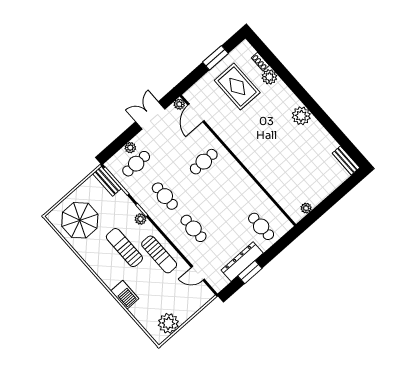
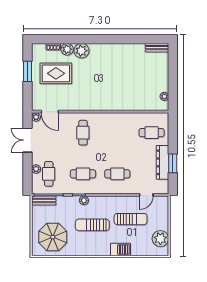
plant: (301, 116) -> (81, 51), moved
sun lounger: (159, 254) -> (131, 219), moved

